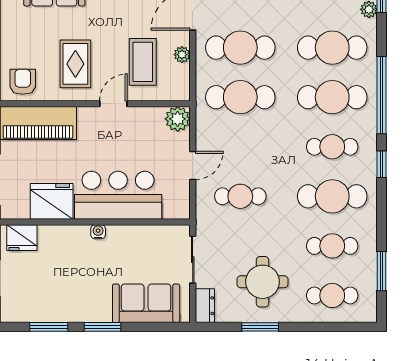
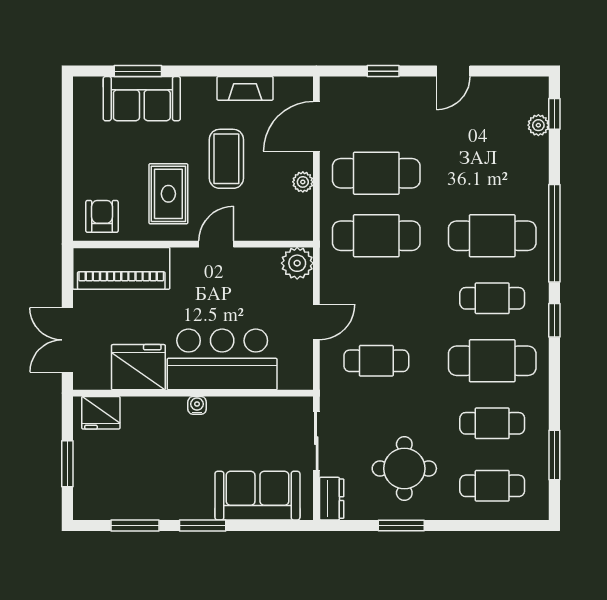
cafe table: (332, 48) -> (492, 173), removed
coffee table: (143, 62) -> (226, 159), moved

